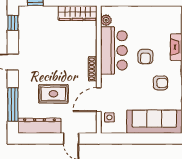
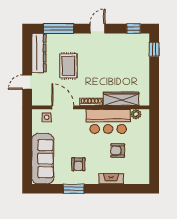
wardrobe: (78, 13) -> (121, 99), moved, turned 90
armchair: (145, 57) -> (118, 150), moved

